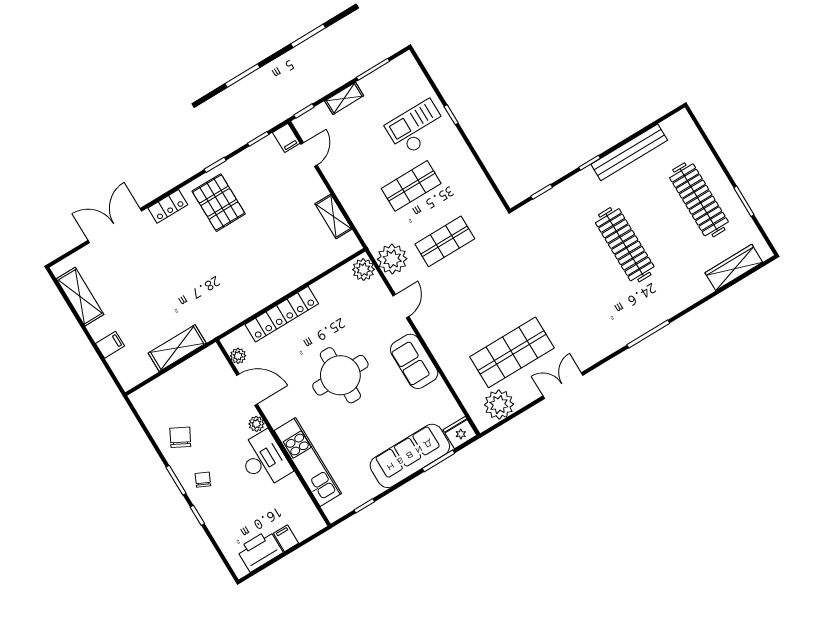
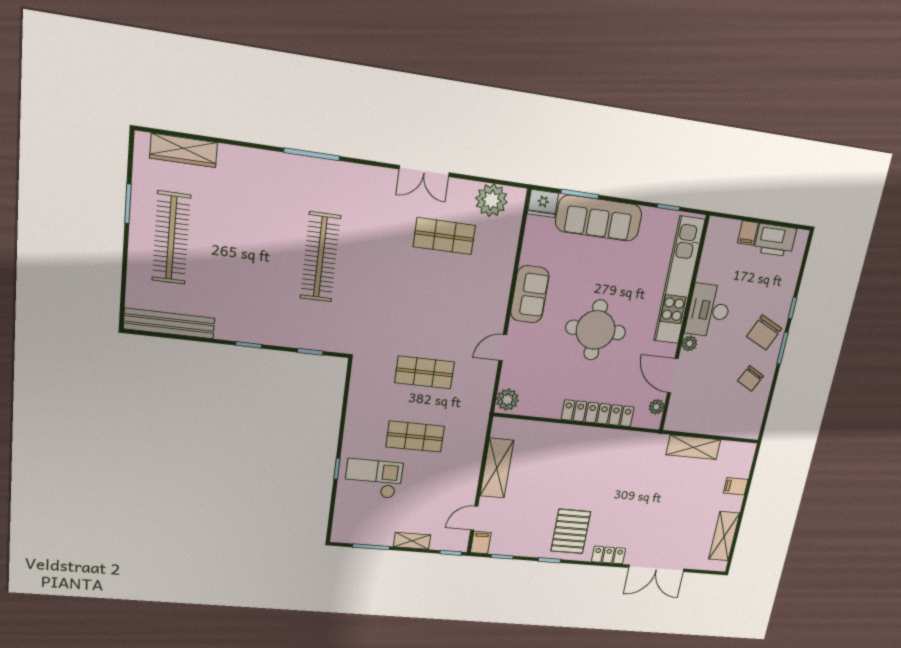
checkout: (416, 128) -> (373, 479), turned 180
bench: (629, 152) -> (169, 323), moved
shelving: (333, 216) -> (497, 468), width x1.50, depth x1.33
clothes rail: (625, 245) -> (320, 257), moved
plant: (392, 259) -> (478, 391), removed
shop shelf: (512, 352) -> (444, 236), width x0.70, depth x0.74
kitchen unit: (308, 462) -> (679, 281), width x1.36
chair: (203, 480) -> (764, 332), width x1.87, depth x1.87

